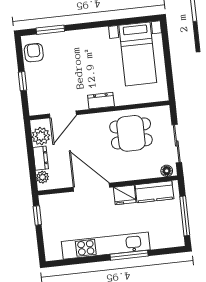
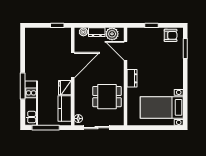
dining table: (131, 133) -> (107, 97), turned 90
kitchen unit: (106, 246) -> (31, 103), moved, width x0.73

